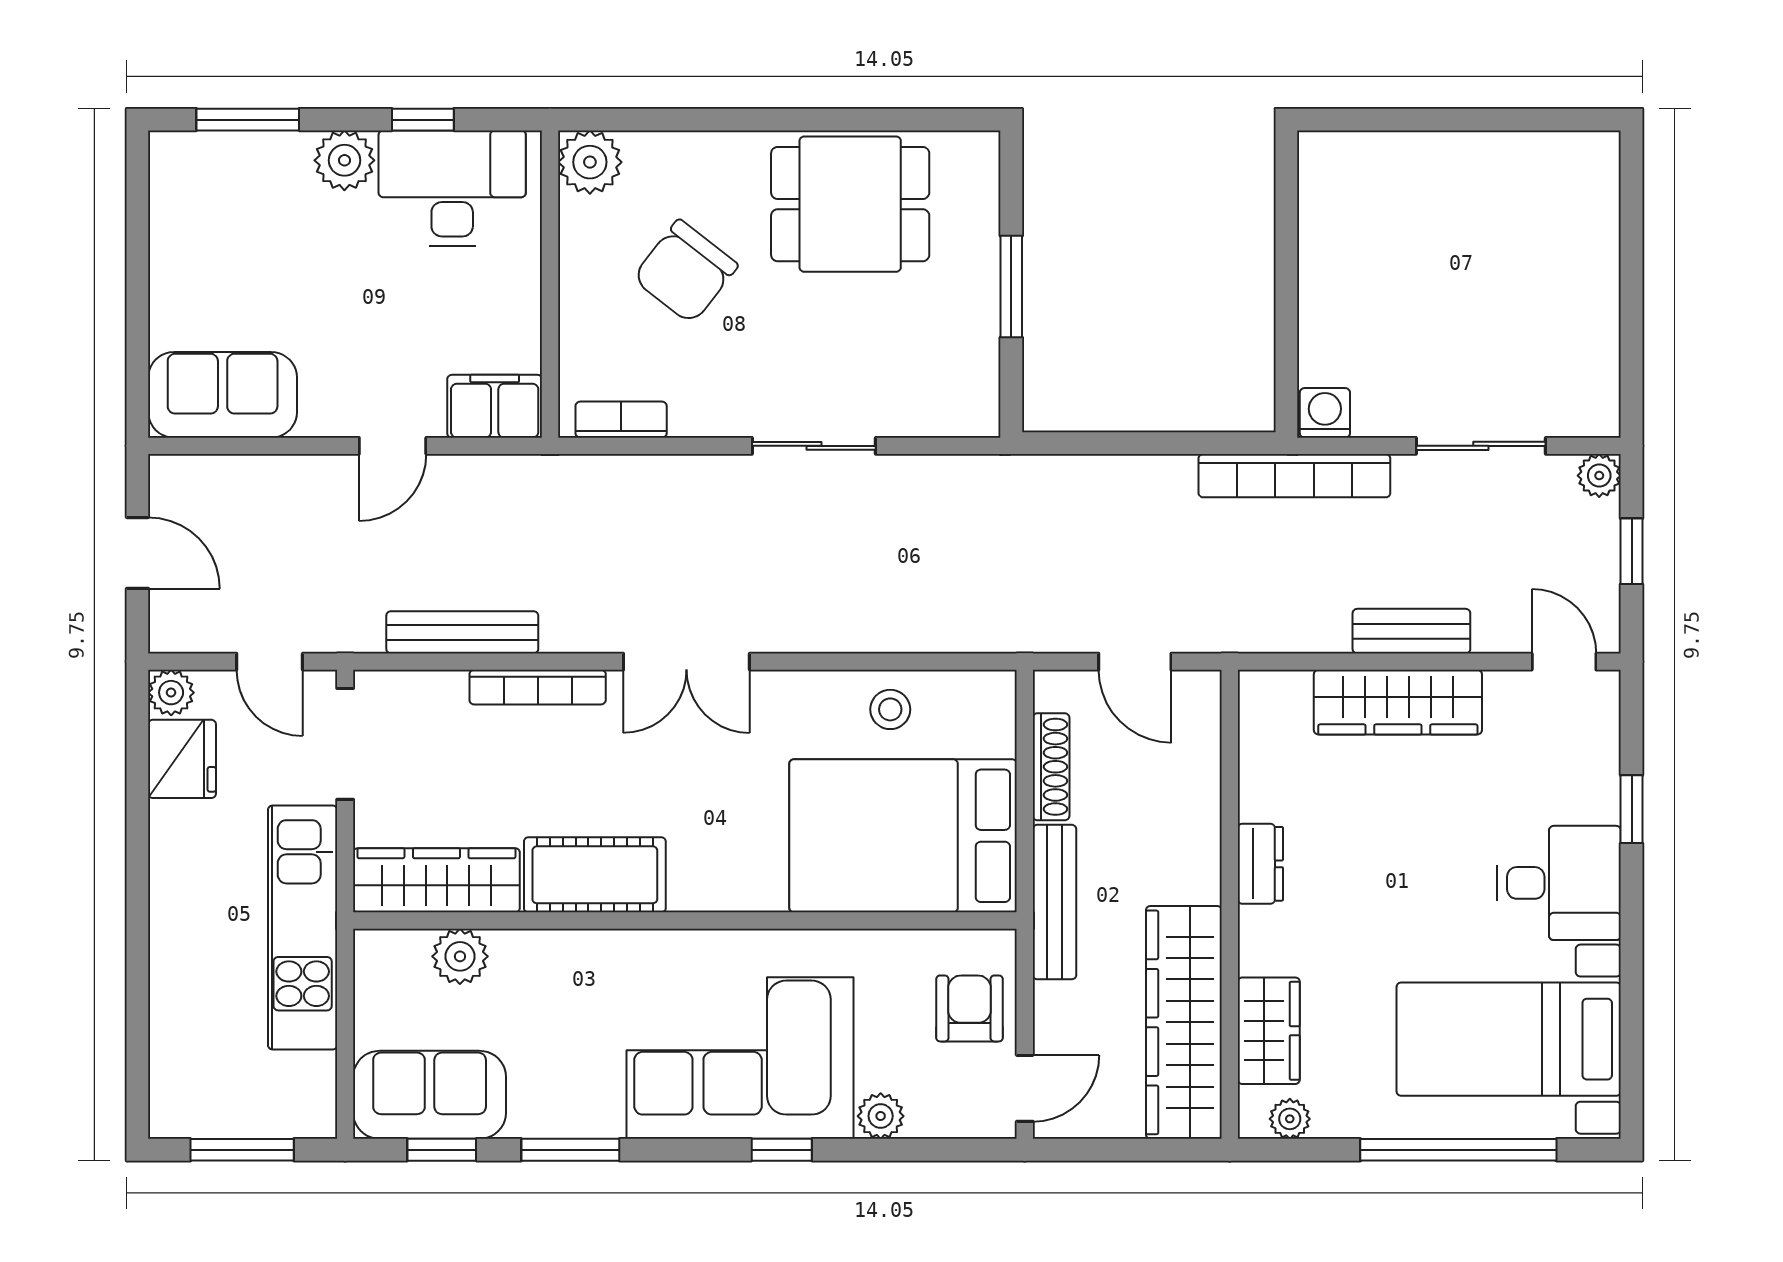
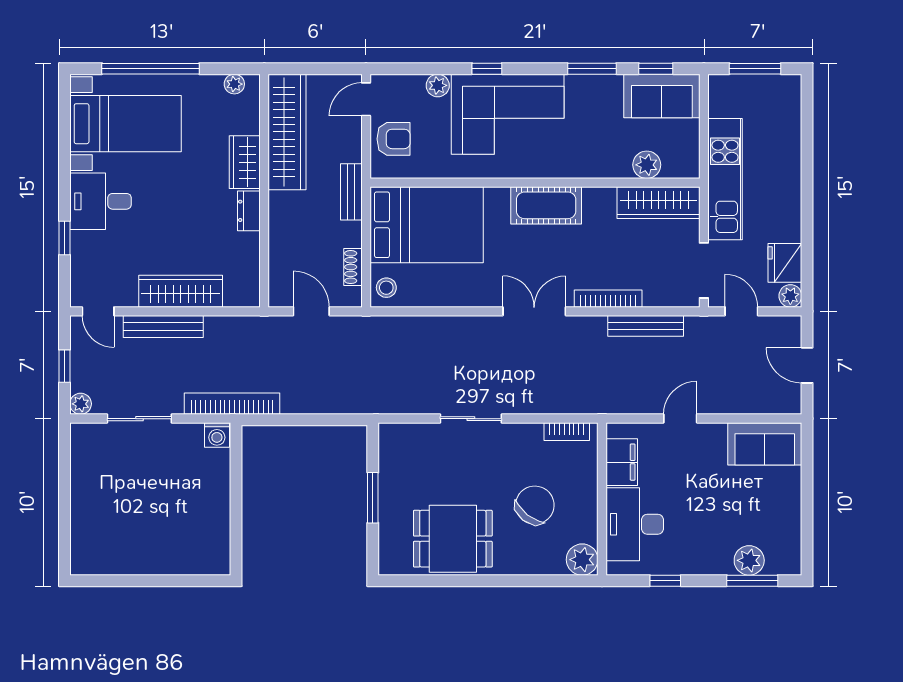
plant: (344, 160) -> (749, 560), moved
desk: (452, 188) -> (635, 524), moved, turned 90
filing cabinet: (495, 406) -> (622, 462), moved, turned -90
bench: (1411, 631) -> (163, 326), width x1.36
stool: (890, 709) -> (386, 288), moved
shoe rack: (1051, 767) -> (353, 267), width x0.70
cot: (595, 875) -> (546, 205), moved
bench: (1054, 902) -> (351, 192), width x0.73
armchair: (970, 1008) -> (394, 139), turned -90
wardrobe: (1269, 1031) -> (245, 162), moved

